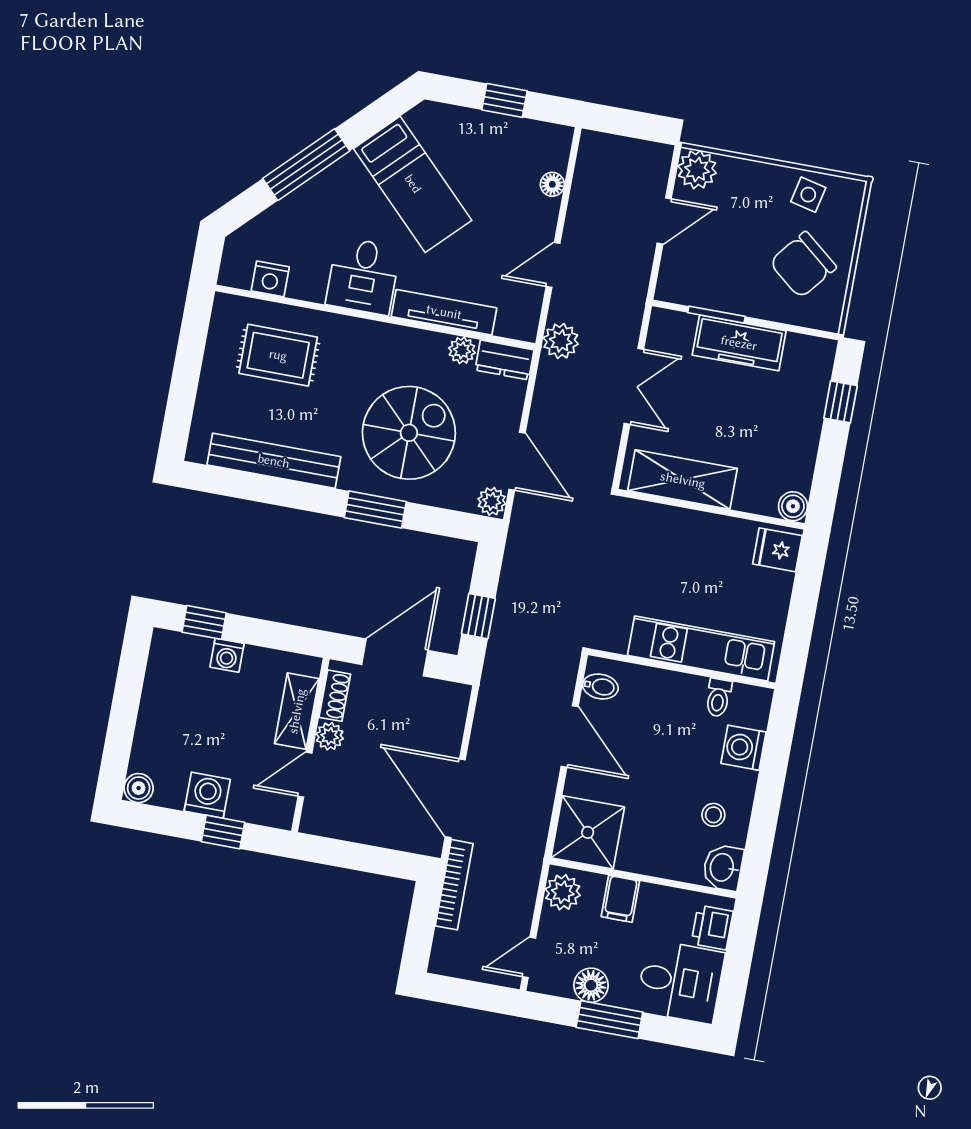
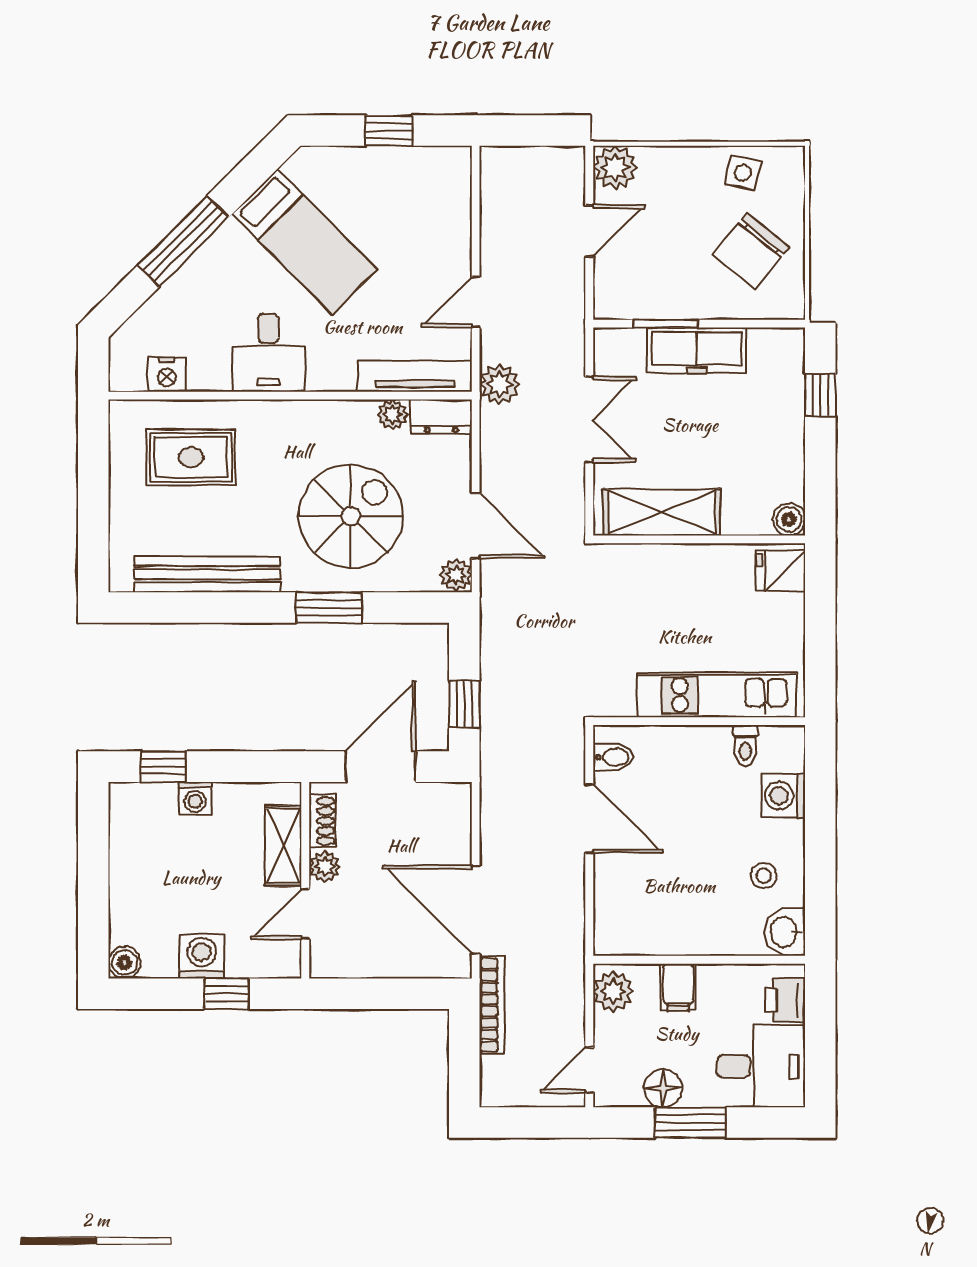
floor lamp: (552, 184) -> (458, 213), removed
tv unit: (444, 312) -> (415, 376), moved
shower: (588, 832) -> (629, 920), removed

